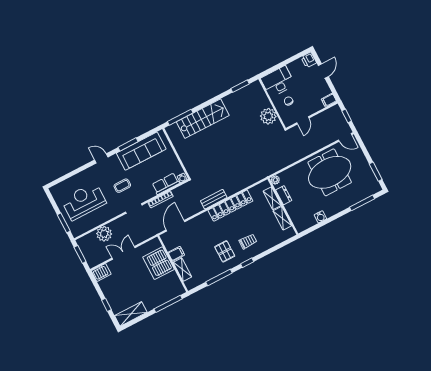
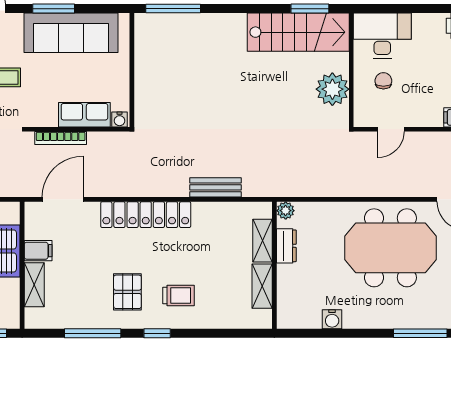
stairs: (203, 119) -> (298, 32), moved
bench: (214, 199) -> (216, 187), moved
locker: (230, 206) -> (146, 215), moved

